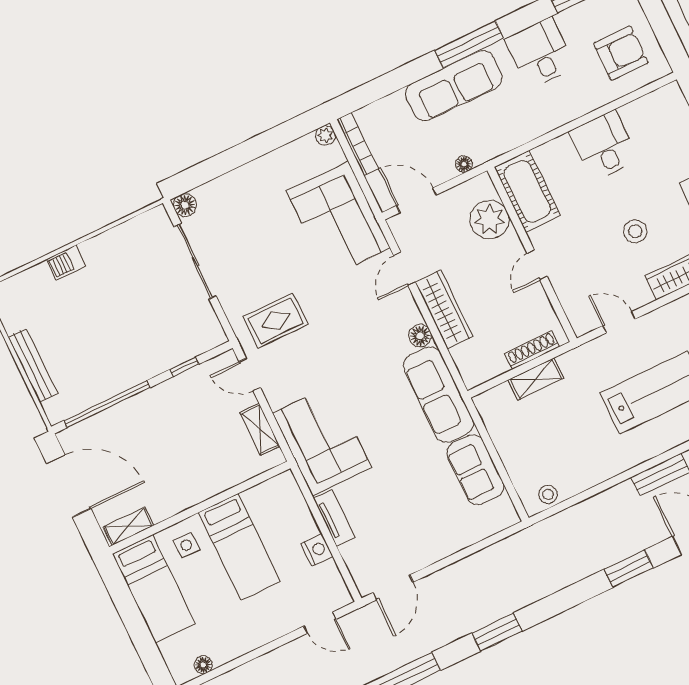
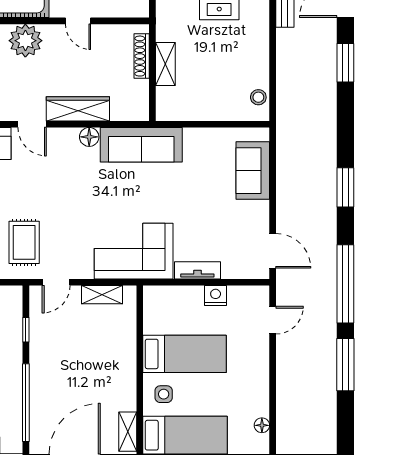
sofa: (475, 470) -> (253, 171), moved, turned 90

